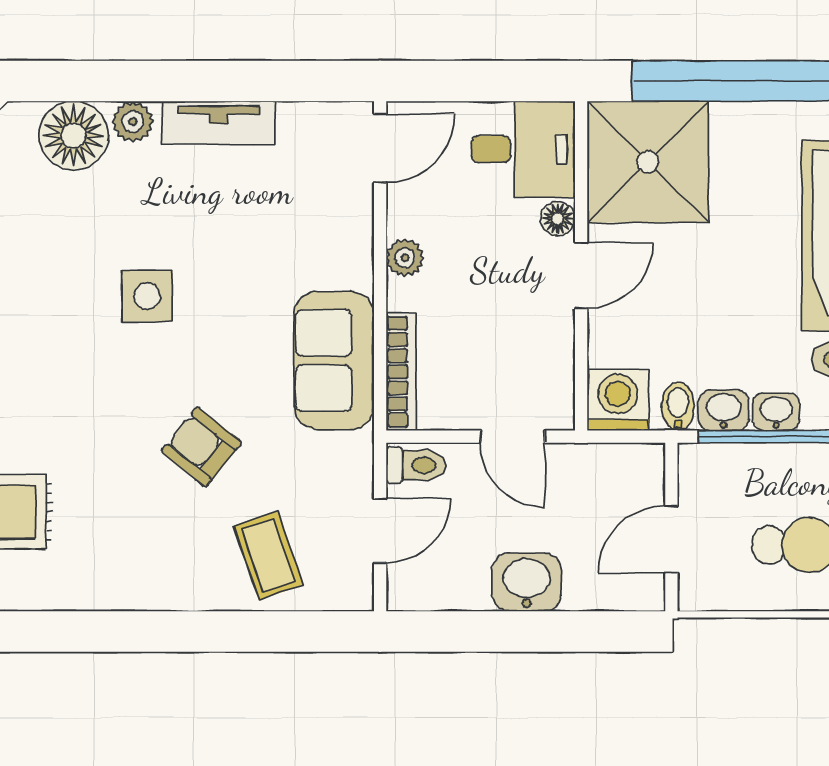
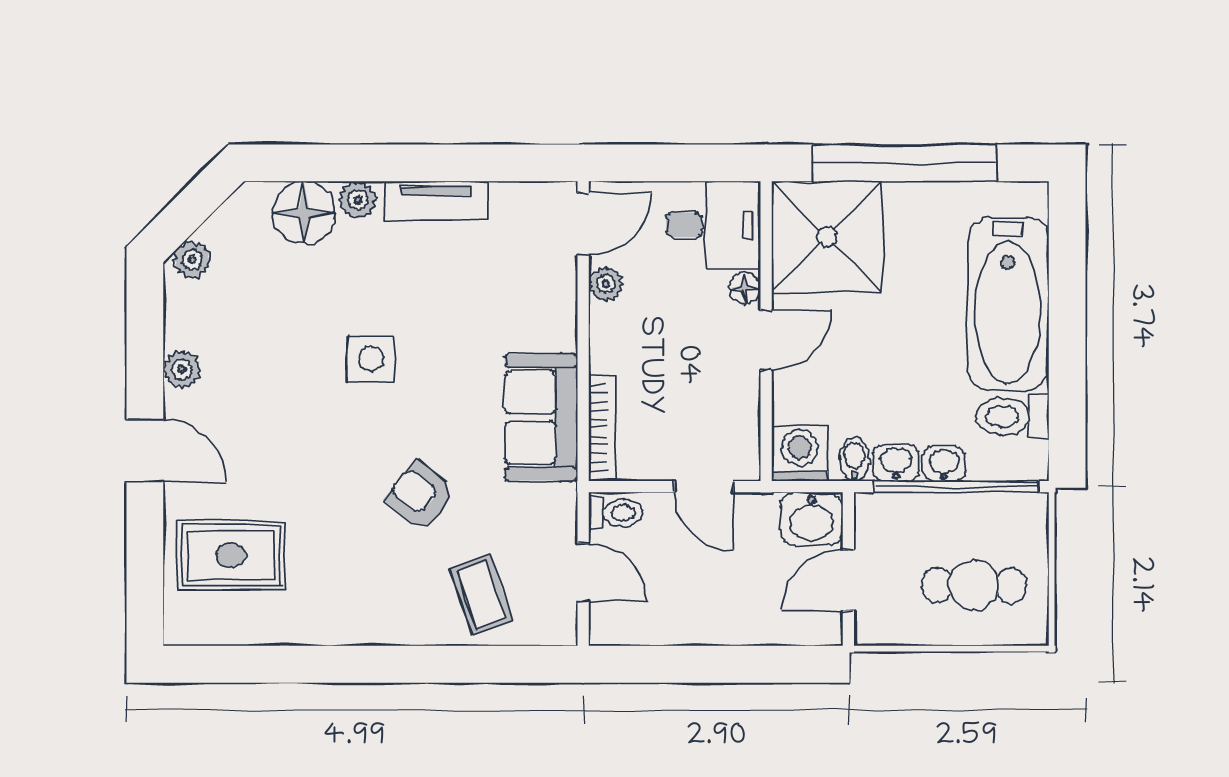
plant: (405, 258) -> (606, 284), moved
door: (380, 531) -> (583, 572), hinge flipped
washbasin: (527, 582) -> (811, 519), moved, turned 180

